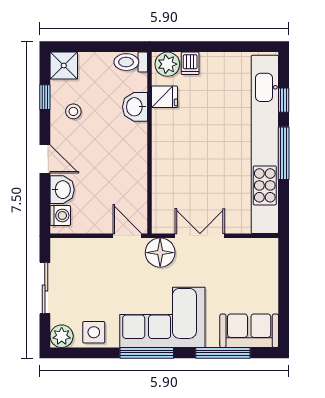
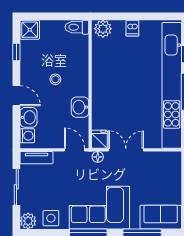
dishwasher: (190, 63) -> (132, 28), moved
fridge: (165, 97) -> (99, 139), moved, turned -90
washbasin: (135, 107) -> (80, 107), moved
stool: (73, 111) -> (55, 79), moved
tv unit: (73, 247) -> (36, 158), added
floor lamp: (160, 253) -> (98, 157), width x0.53, depth x0.53

